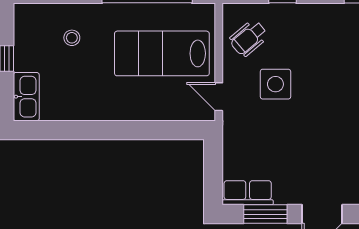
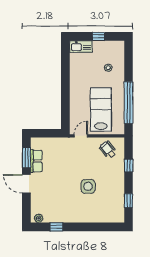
side table: (275, 84) -> (88, 186), moved
row of seats: (248, 193) -> (36, 161), moved

